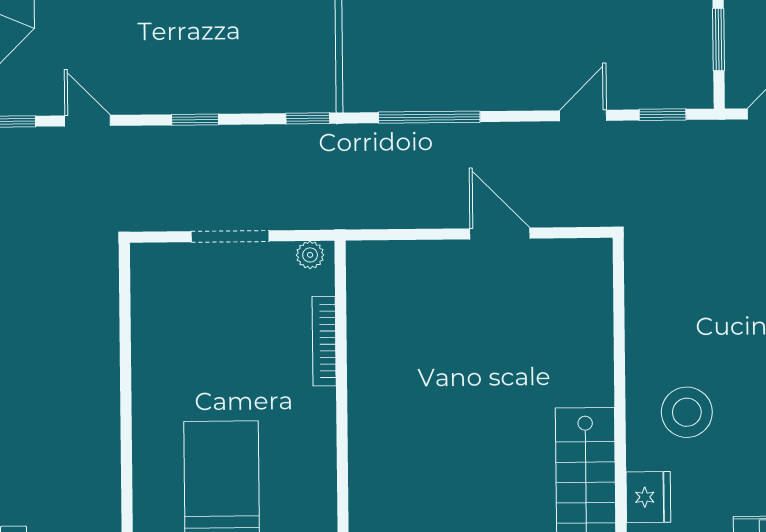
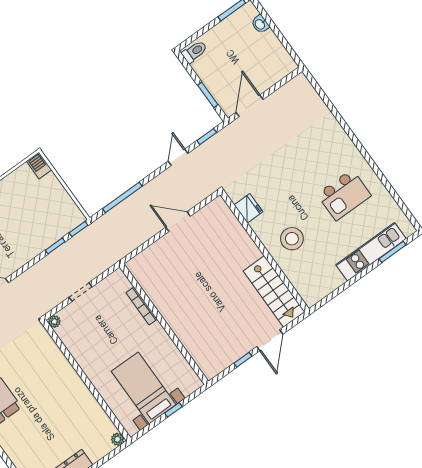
window: (195, 120) -> (55, 246), moved
doorway: (230, 236) -> (81, 292), width x0.73
plant: (310, 255) -> (54, 322), moved
fridge: (648, 497) -> (248, 208), moved

